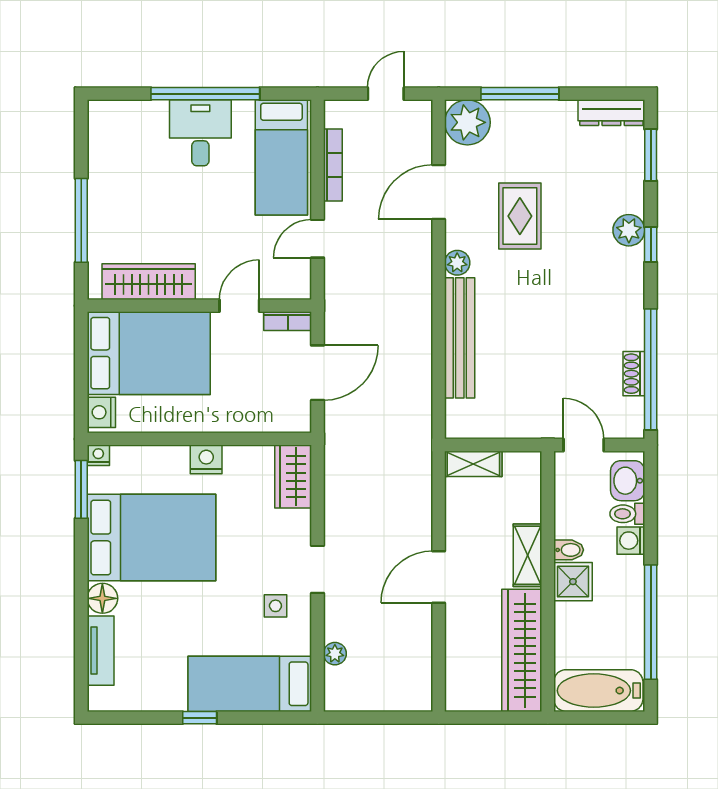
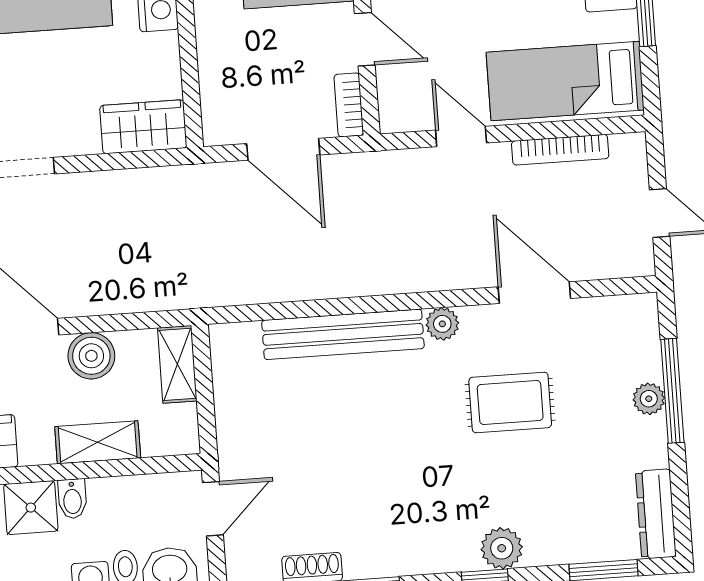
plant: (467, 122) -> (649, 399), moved, width x0.53, depth x0.53
boiler: (462, 528) -> (91, 356), added
shelving: (528, 555) -> (98, 442), moved

